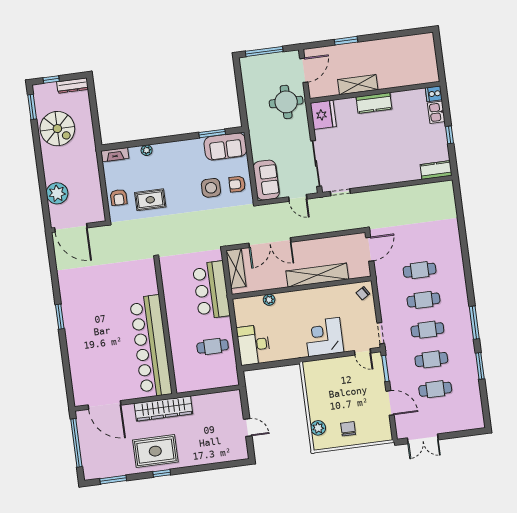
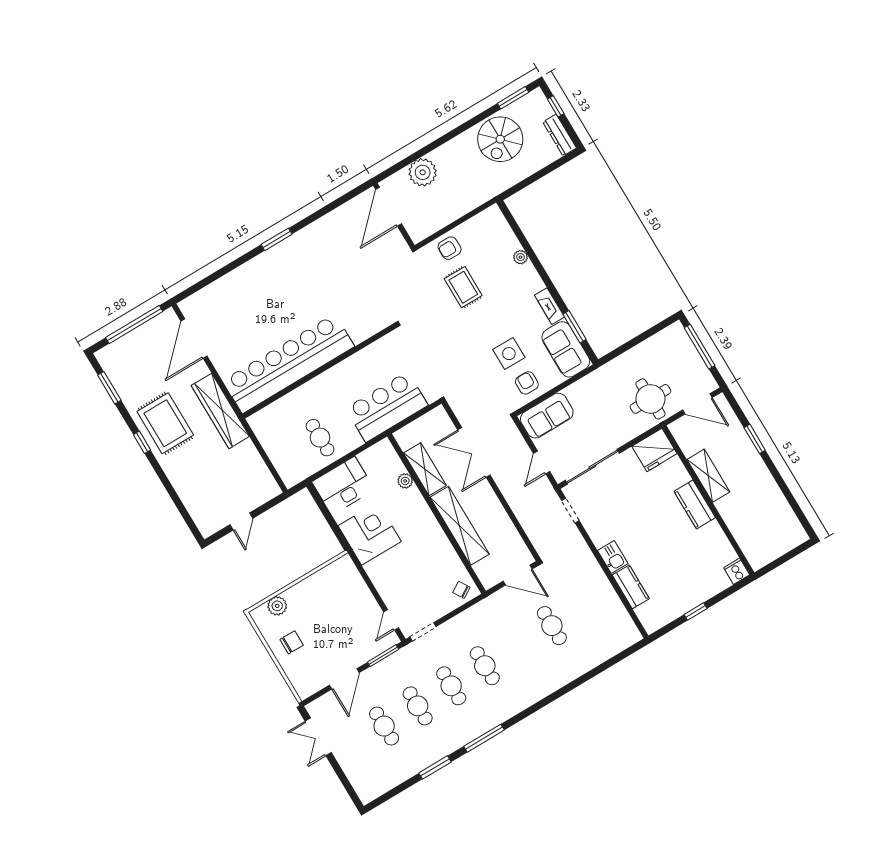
kitchen sink: (436, 112) -> (613, 557), moved, turned 90
fireplace: (115, 155) -> (549, 306), moved
kitchen counter: (436, 170) -> (631, 587), moved
shelving: (236, 268) -> (425, 469), moved, turned 90
cafe table: (420, 270) -> (552, 626), moved
corner desk: (324, 337) -> (370, 534), moved

